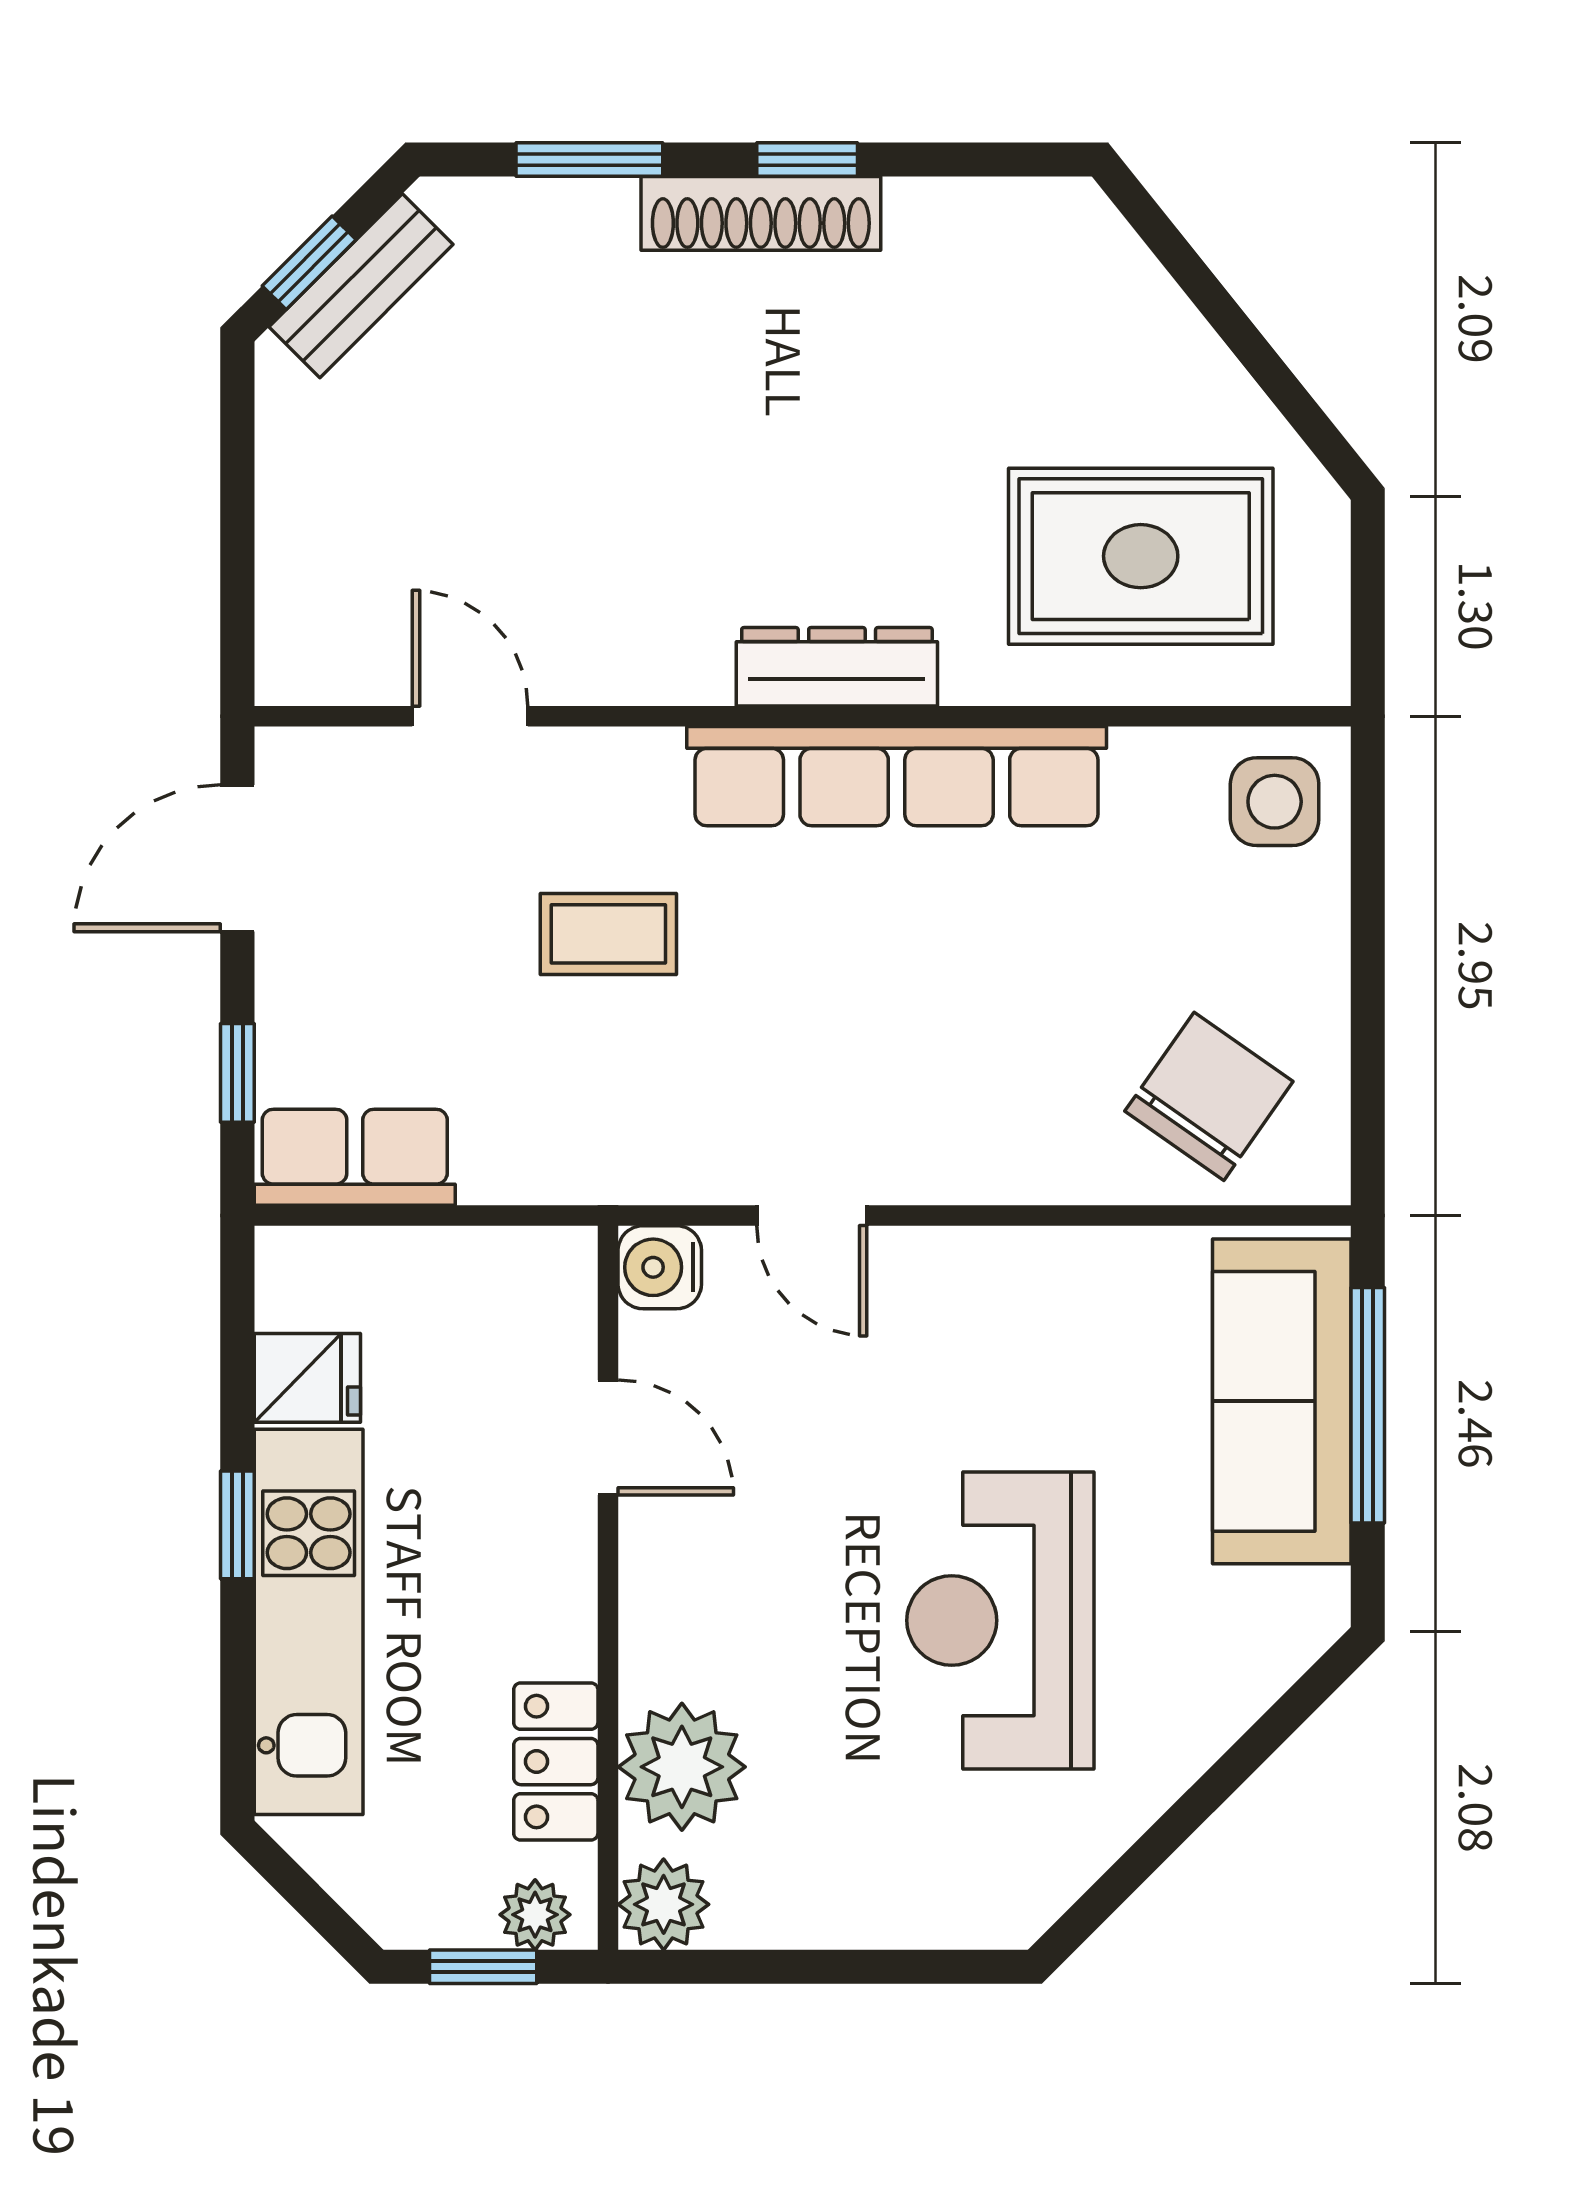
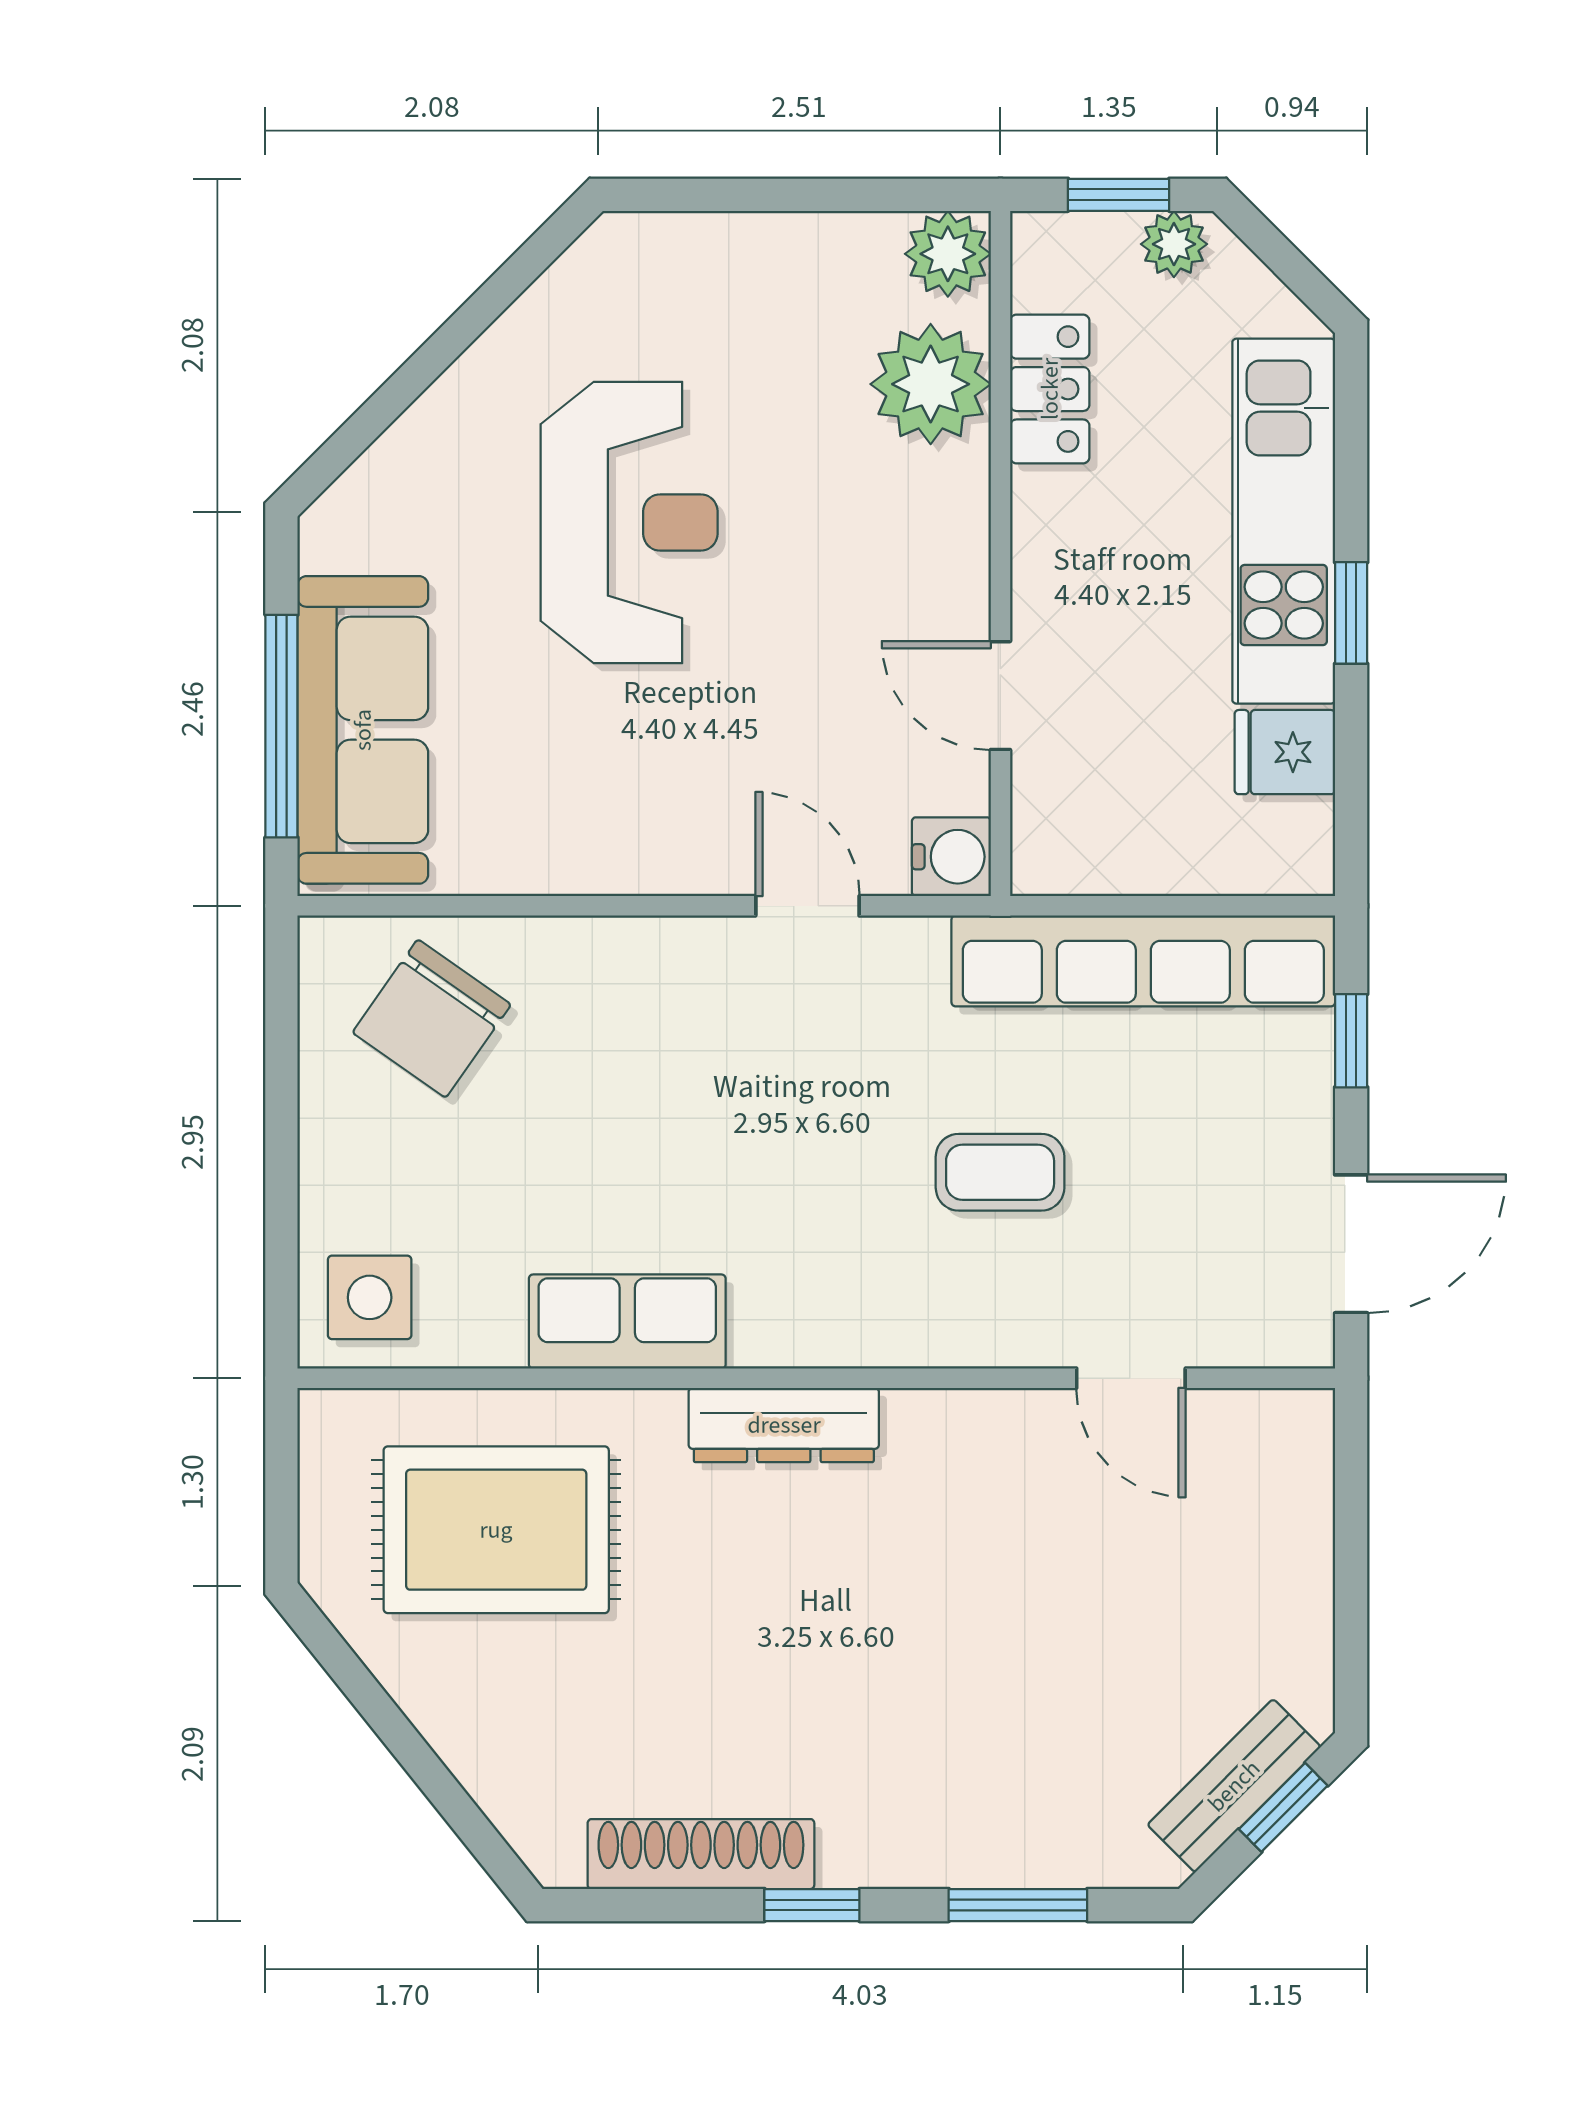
shoe rack: (761, 213) -> (701, 1854), moved
row of seats: (897, 776) -> (627, 1322), width x0.50
row of seats: (355, 1157) -> (1143, 961), width x2.02
plant: (535, 1915) -> (1174, 244), moved

